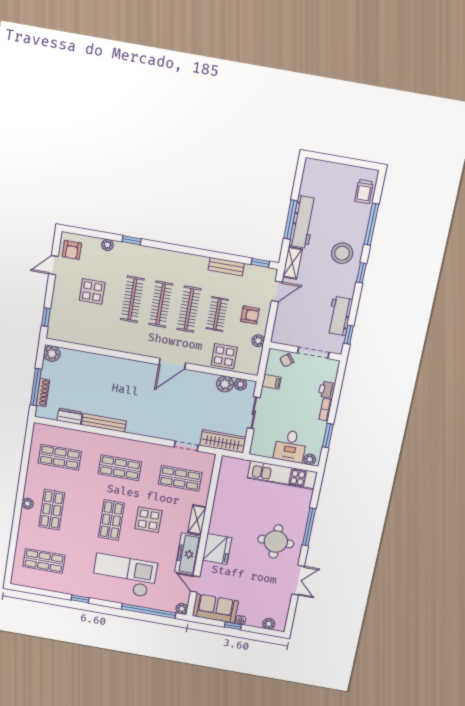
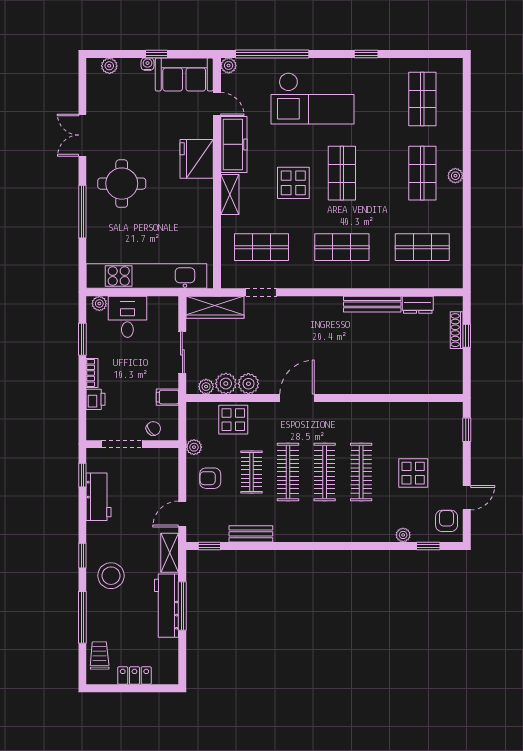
locker: (339, 171) -> (134, 676), added
window: (132, 240) -> (428, 546), moved
plant: (52, 354) -> (248, 384), moved
window: (36, 387) -> (467, 336), width x0.46
kitchen unit: (282, 475) -> (146, 276), width x1.36
shop shelf: (44, 561) -> (422, 99), turned 90

